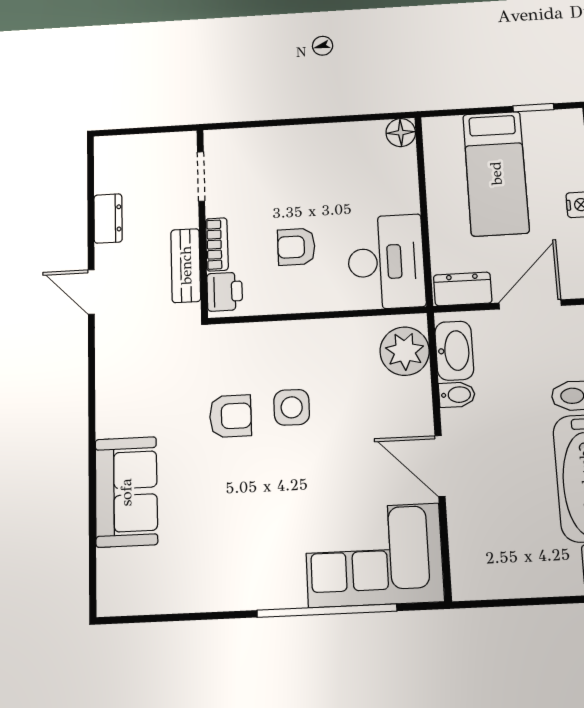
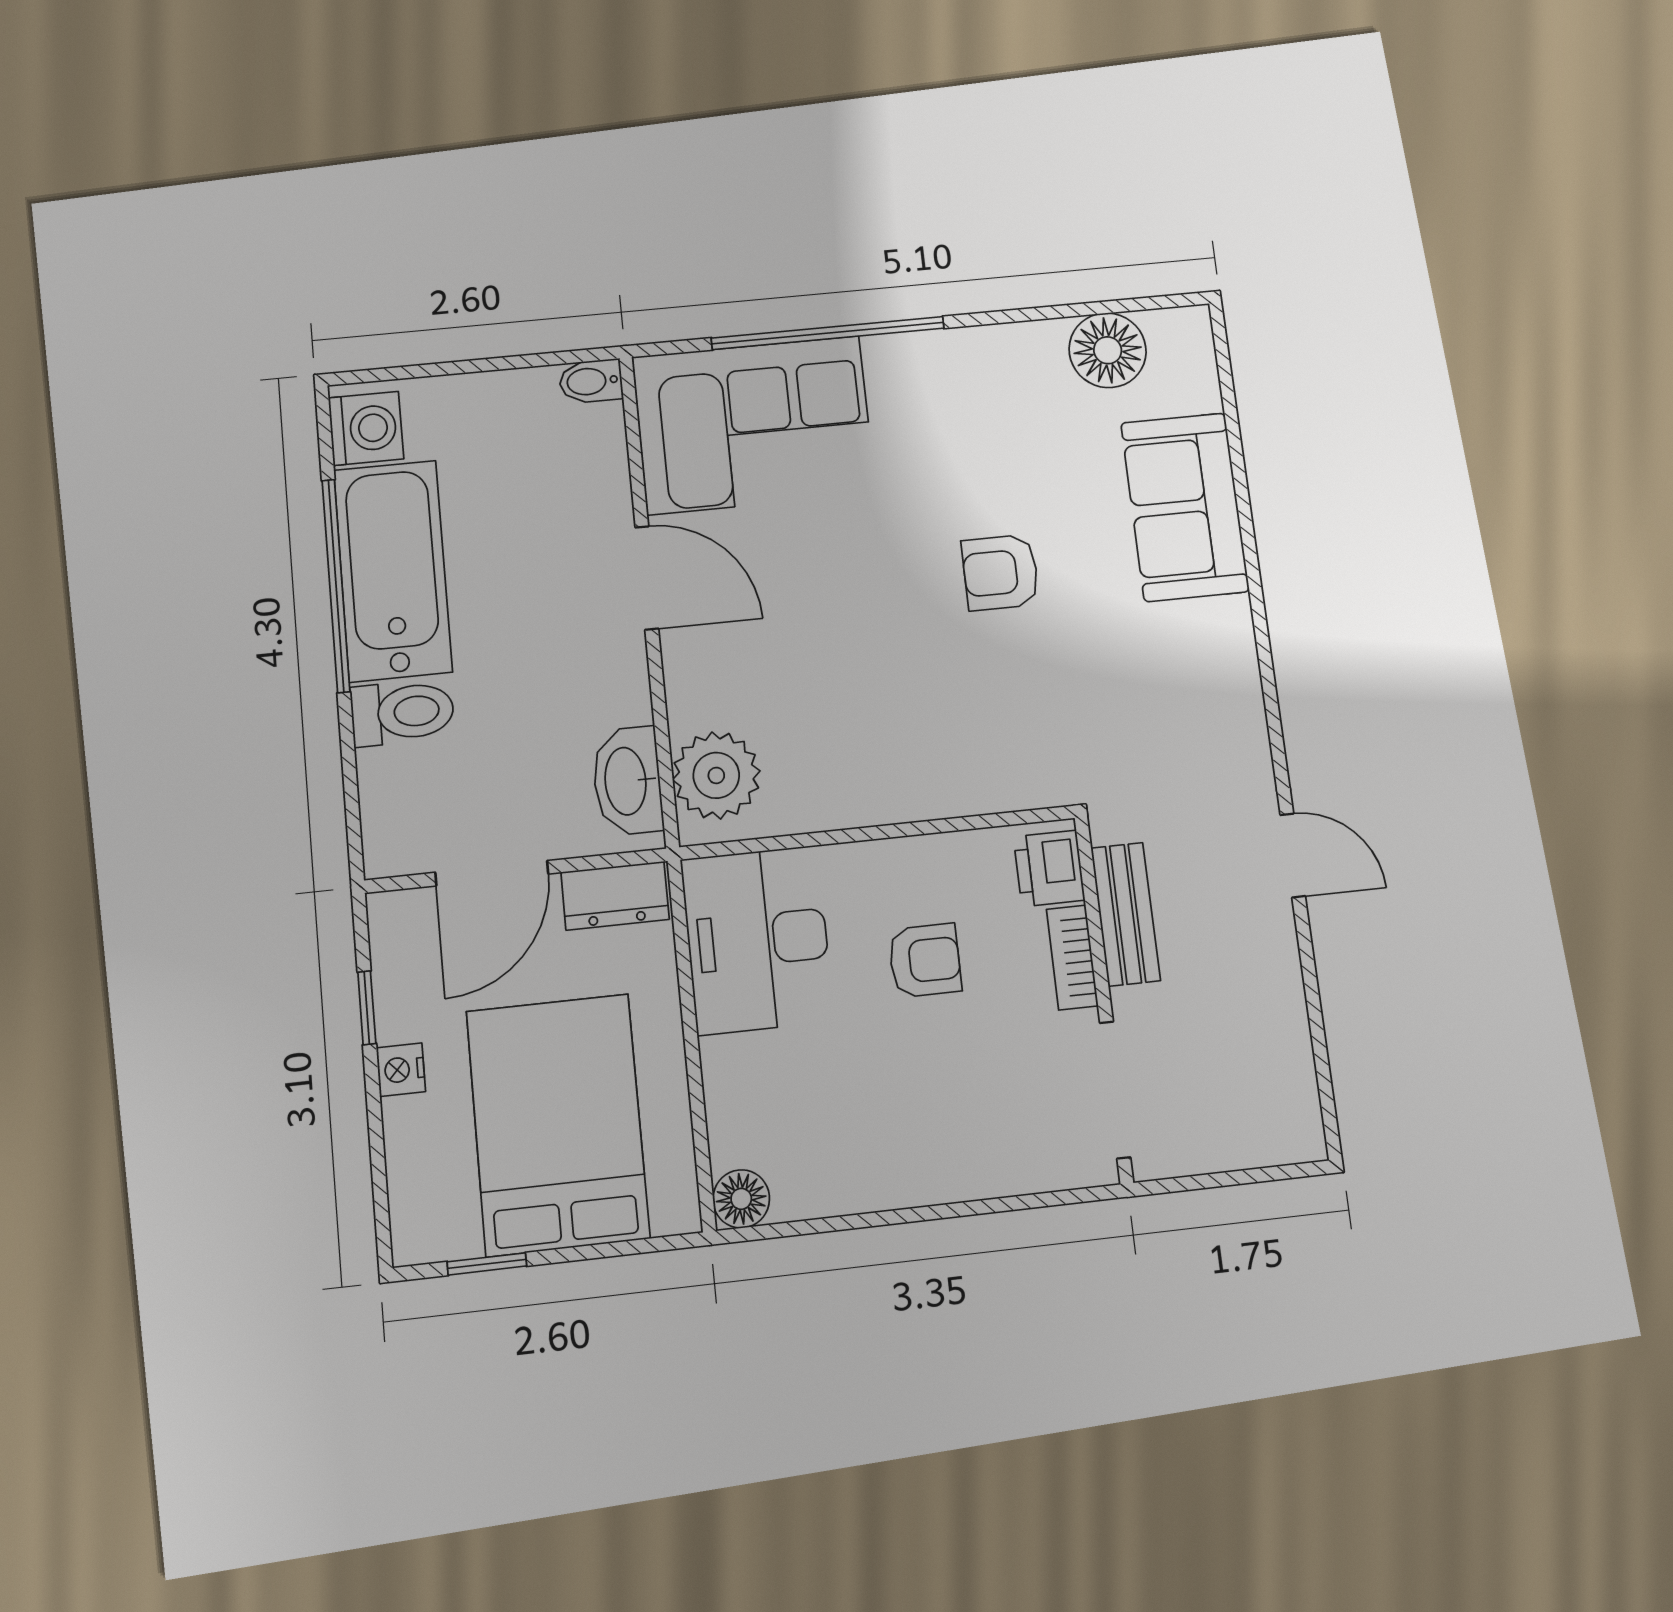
bed: (496, 173) -> (558, 1124), width x1.50
doorway: (201, 176) -> (1115, 1090), width x1.38
dresser: (108, 218) -> (1280, 997), removed
bidet: (457, 395) -> (591, 381), moved
side table: (292, 407) -> (911, 665), removed
armchair: (230, 416) -> (1000, 572), moved
floor lamp: (161, 591) -> (1108, 350), added

